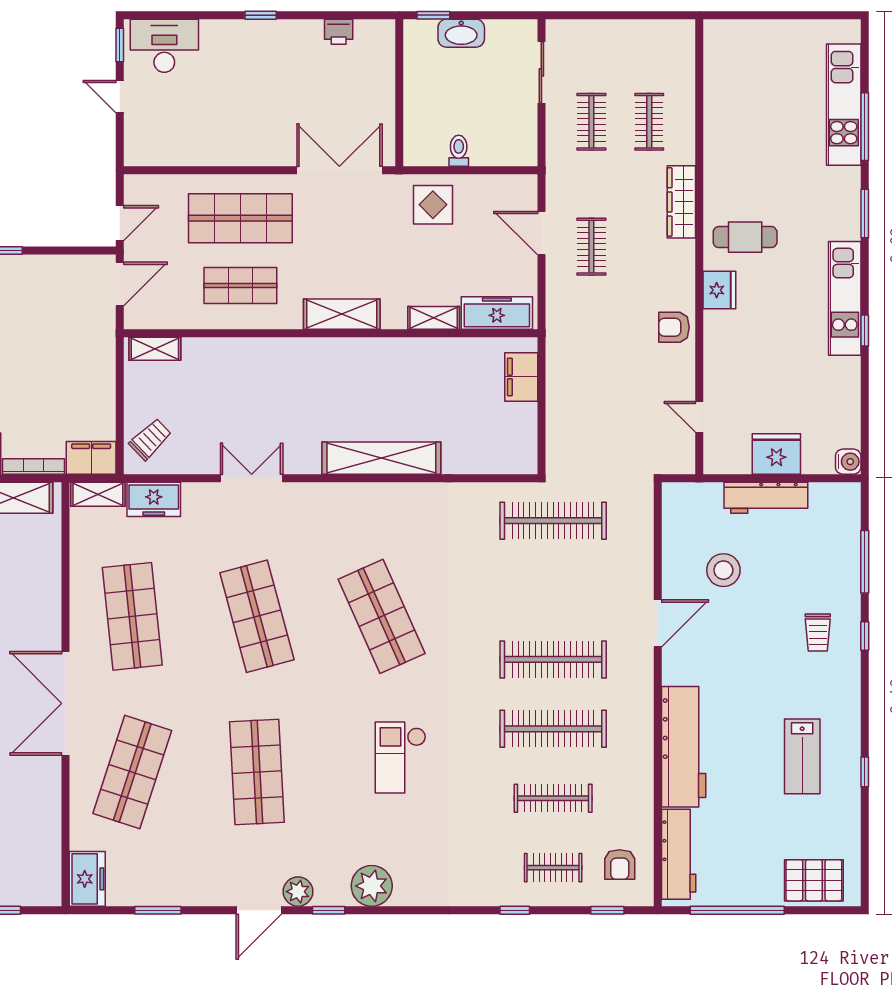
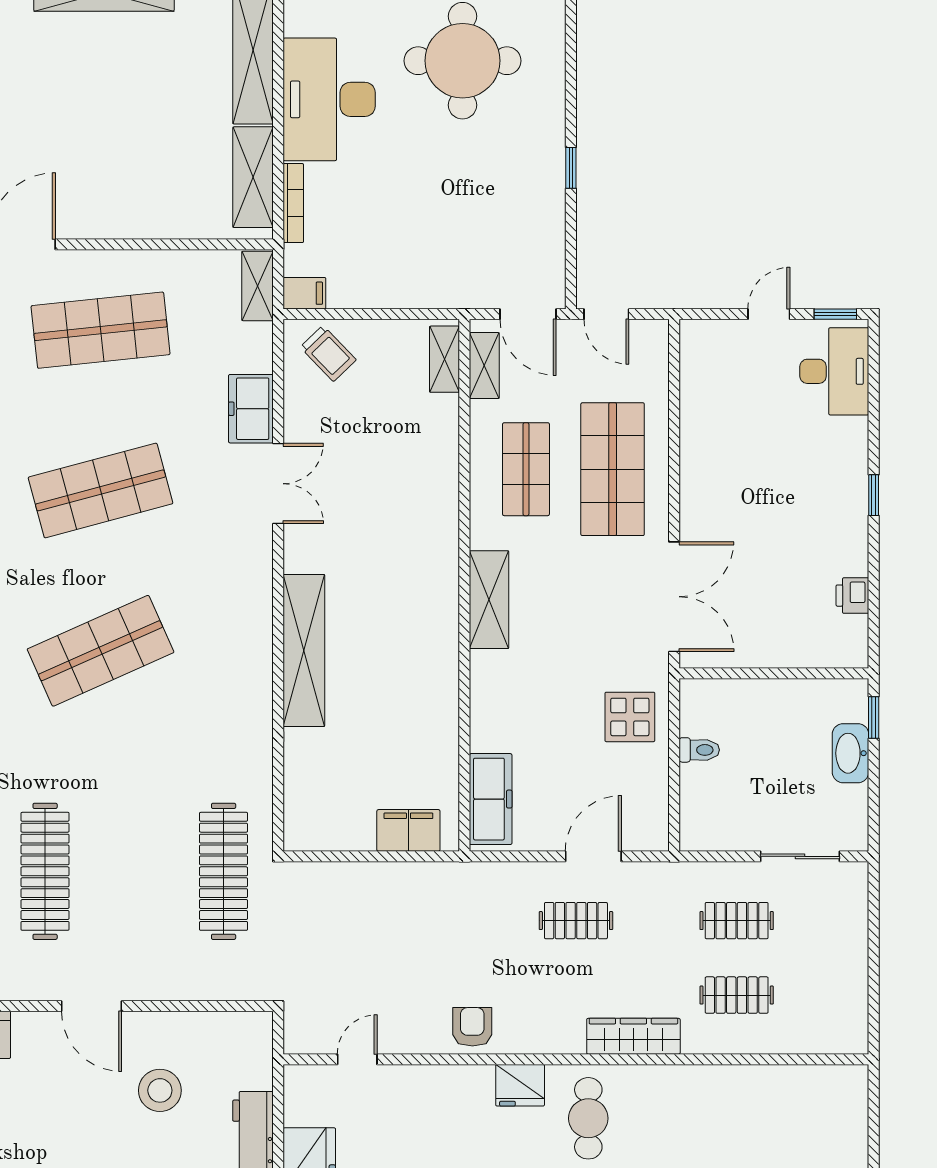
shelving: (434, 318) -> (484, 366), moved
filing cabinet: (91, 458) -> (304, 293), width x0.50
freezer: (154, 499) -> (251, 409), moved

